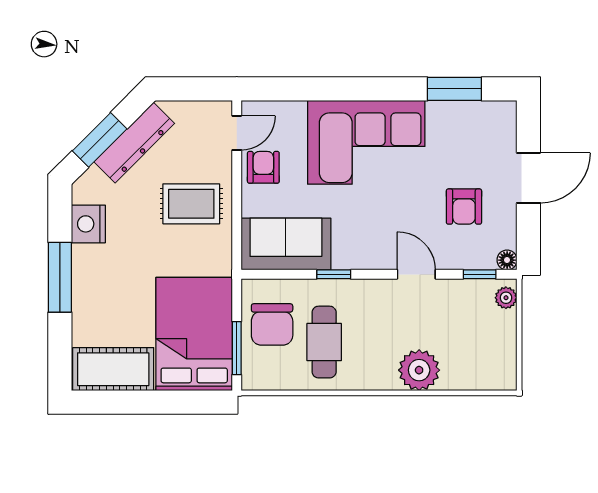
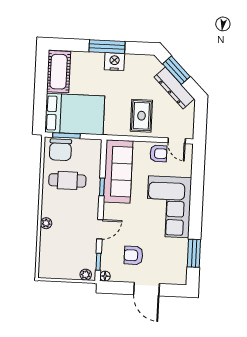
nightstand: (88, 224) -> (114, 62), moved
sofa: (286, 244) -> (118, 171), width x1.36
chair: (272, 324) -> (60, 150), moved, turned -90
plant: (419, 370) -> (46, 223), width x0.53, depth x0.53

